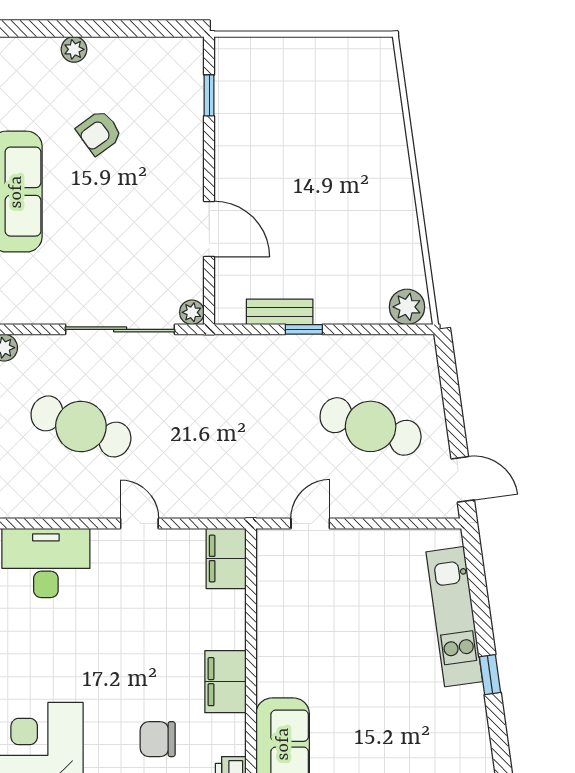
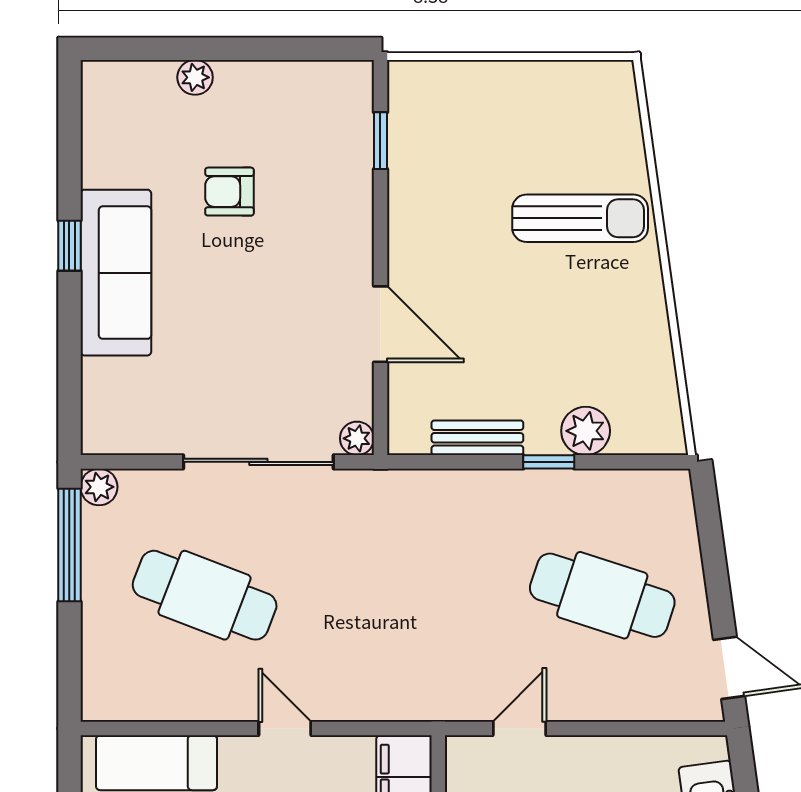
armchair: (99, 133) -> (229, 192), turned 36
sun lounger: (354, 152) -> (580, 218), added
plant: (407, 307) -> (586, 431), moved
window: (304, 329) -> (549, 462), moved

